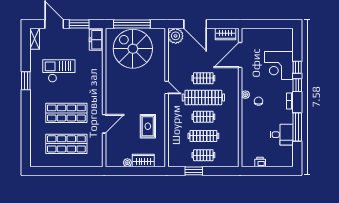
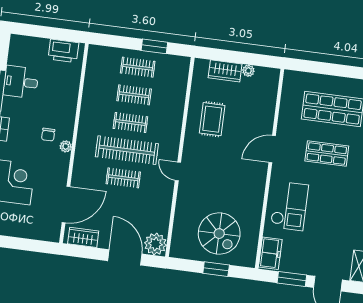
window: (132, 24) -> (216, 269), width x0.47
spiral stairs: (133, 49) -> (219, 234), width x0.73, depth x0.73
checkout: (59, 71) -> (289, 206), moved, turned -90
shop shelf: (66, 113) -> (327, 154), width x0.70, depth x0.74
door: (104, 124) -> (272, 149), moved
clothes rail: (203, 136) -> (134, 95), width x0.73
printer: (260, 162) -> (63, 51), width x1.87, depth x1.48

